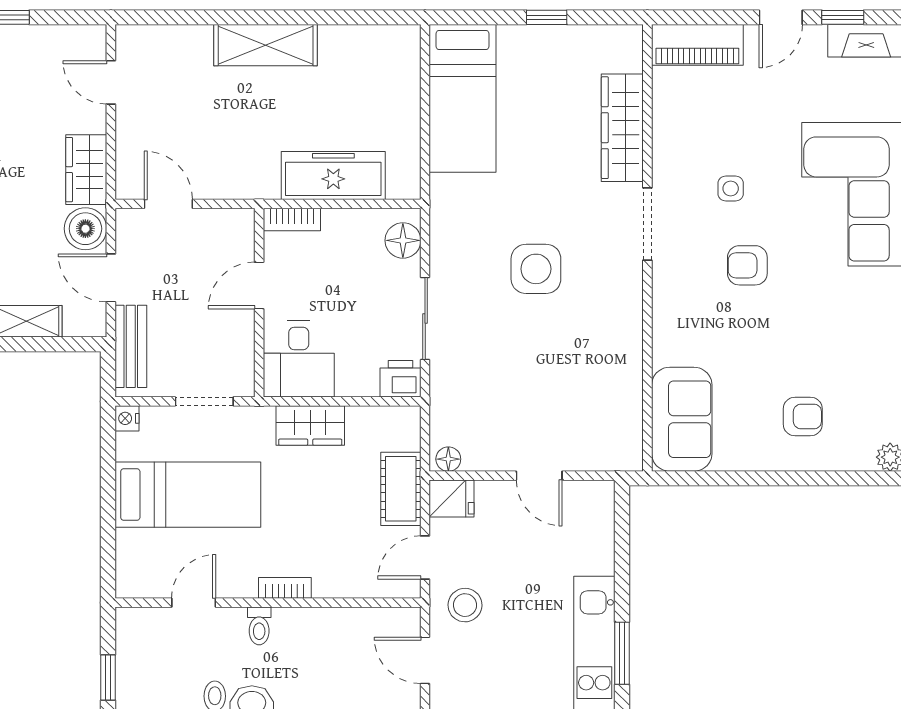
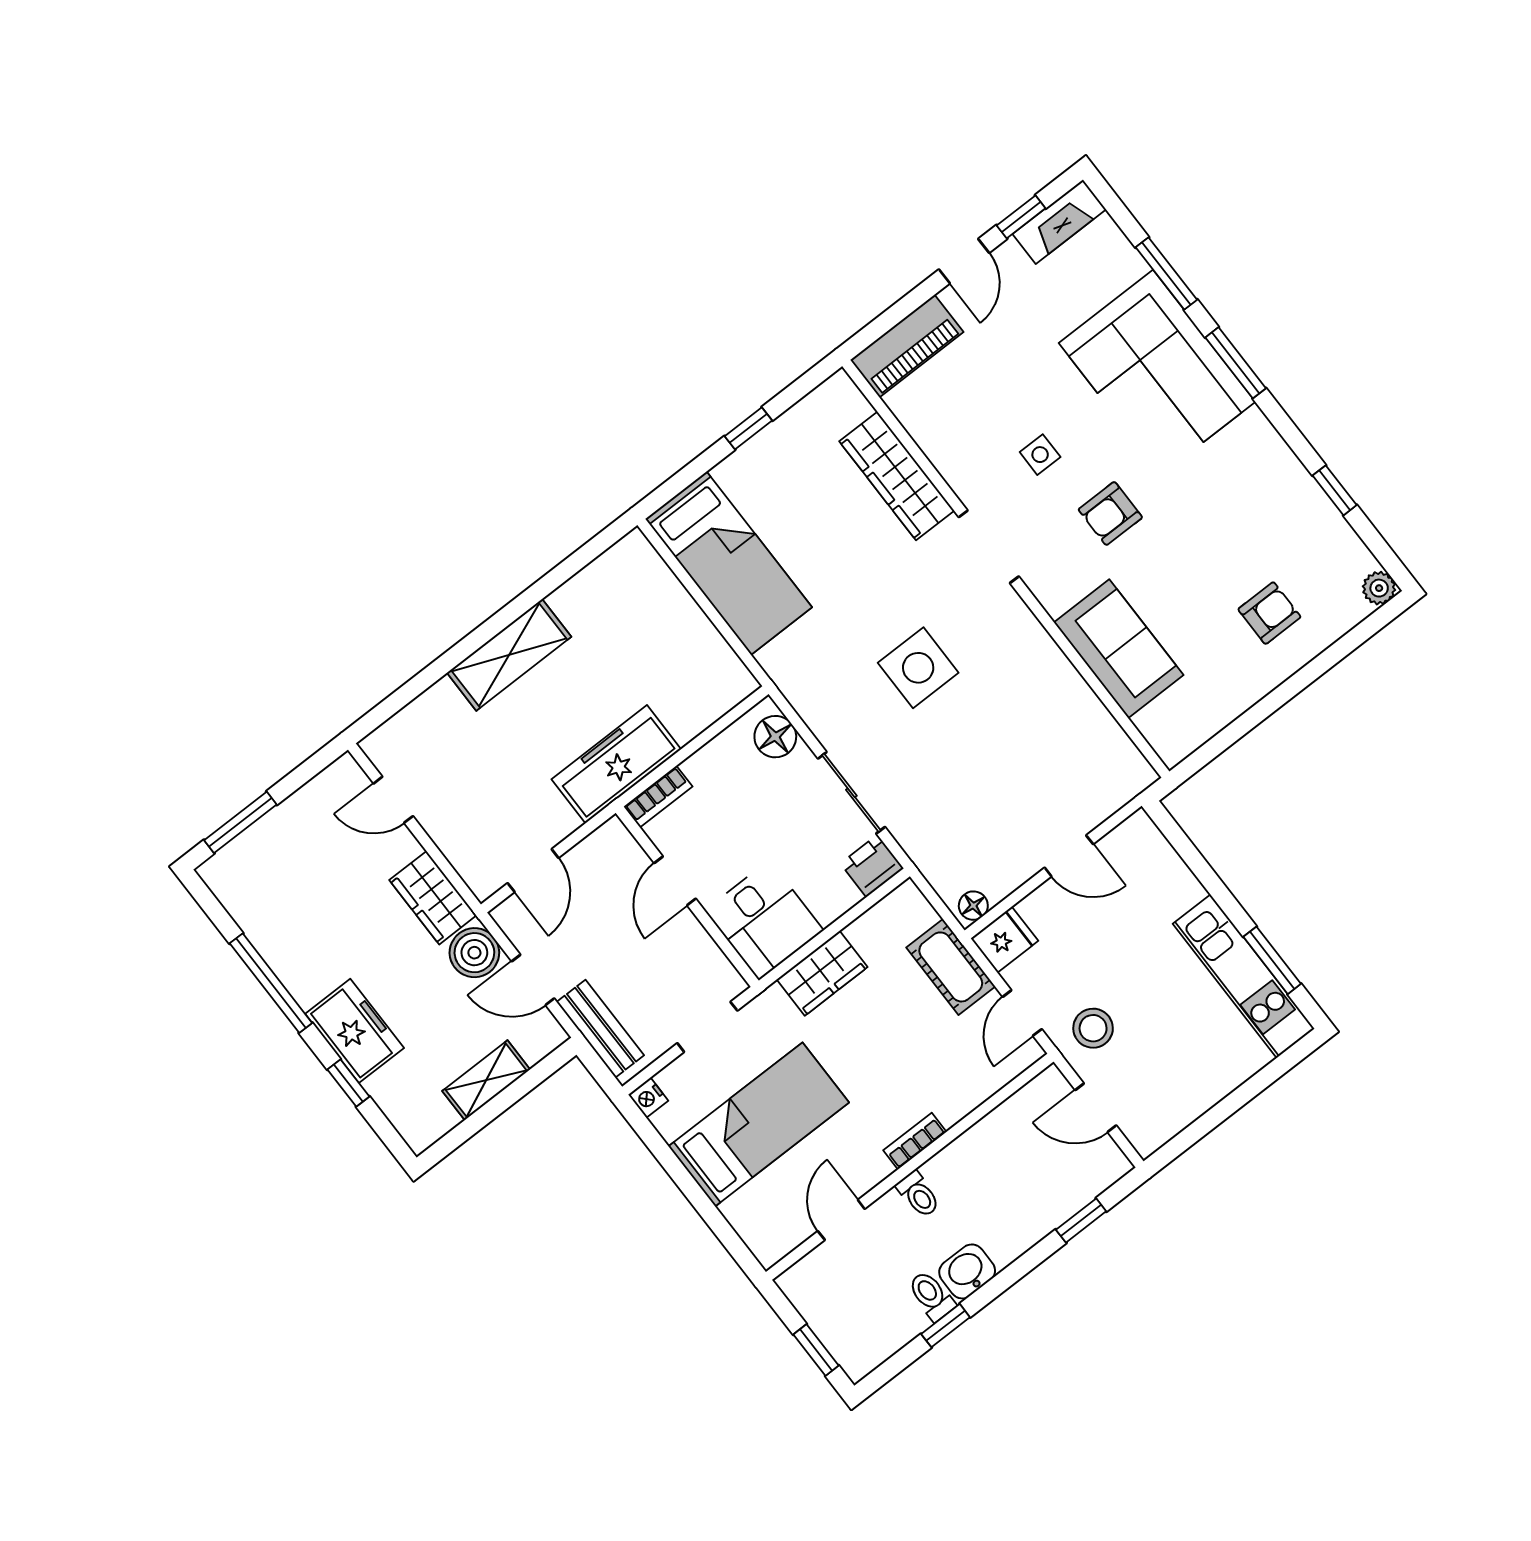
freezer: (333, 176) -> (616, 764), moved
door: (168, 204) -> (533, 870), swing flipped
sofa: (682, 419) -> (1119, 649), moved

